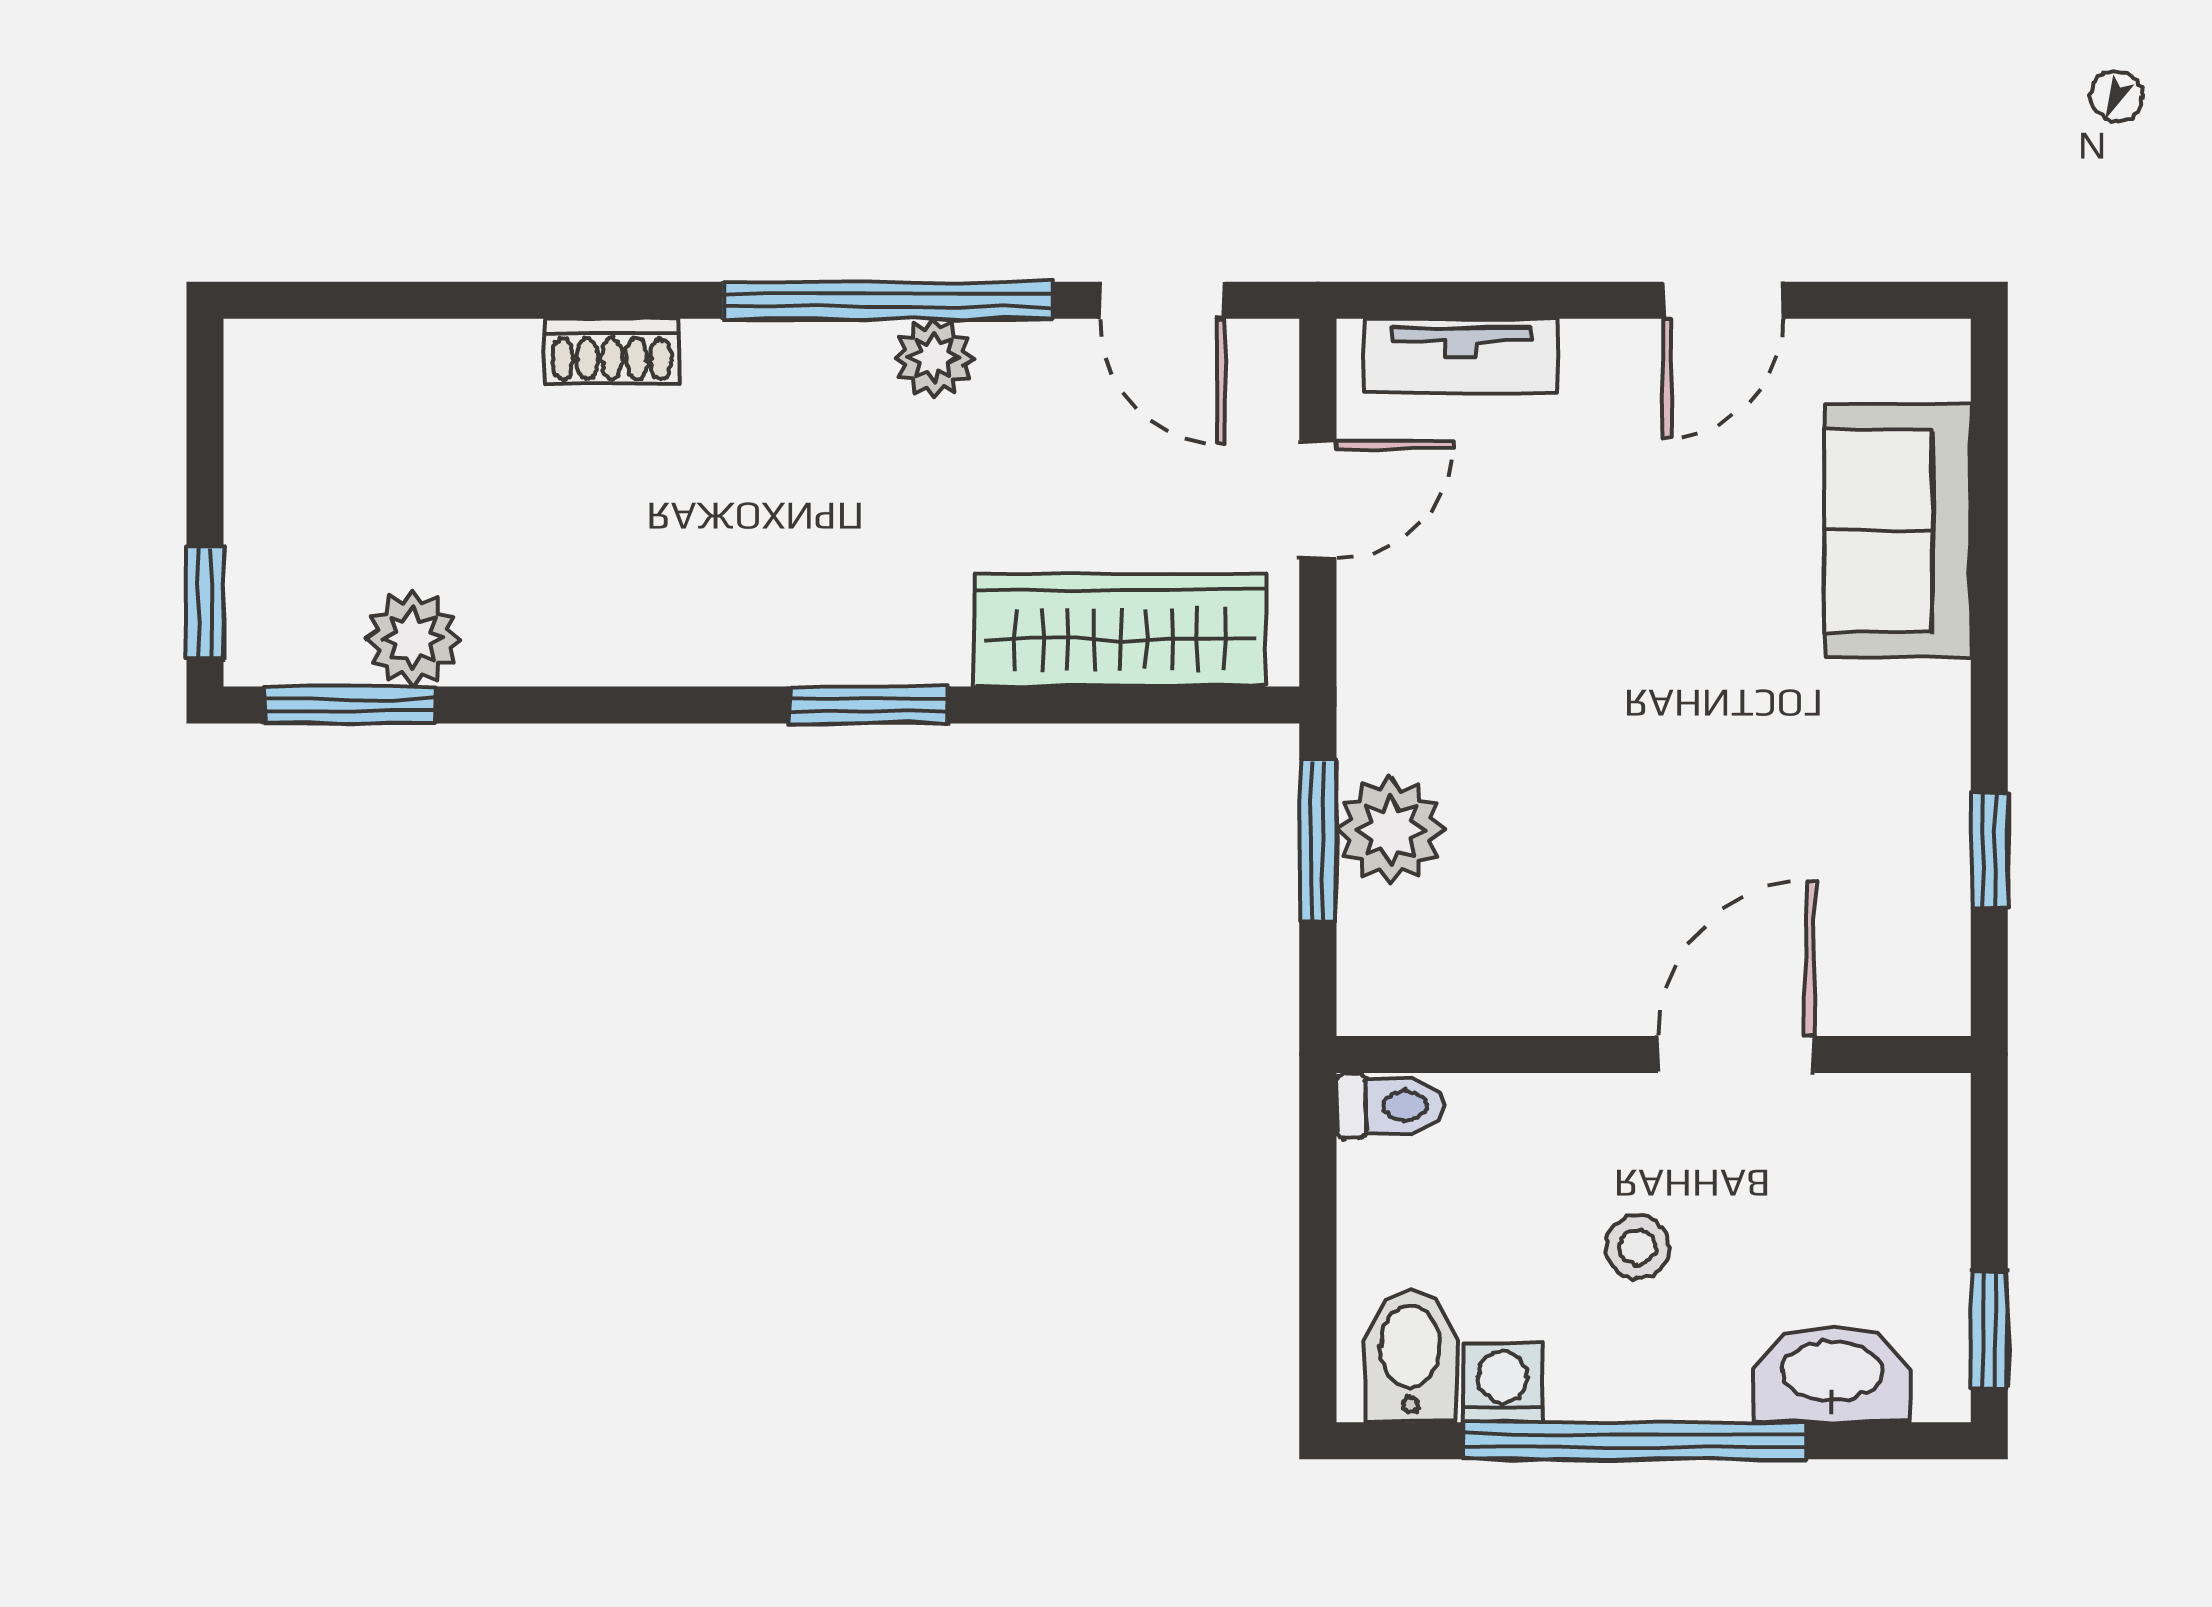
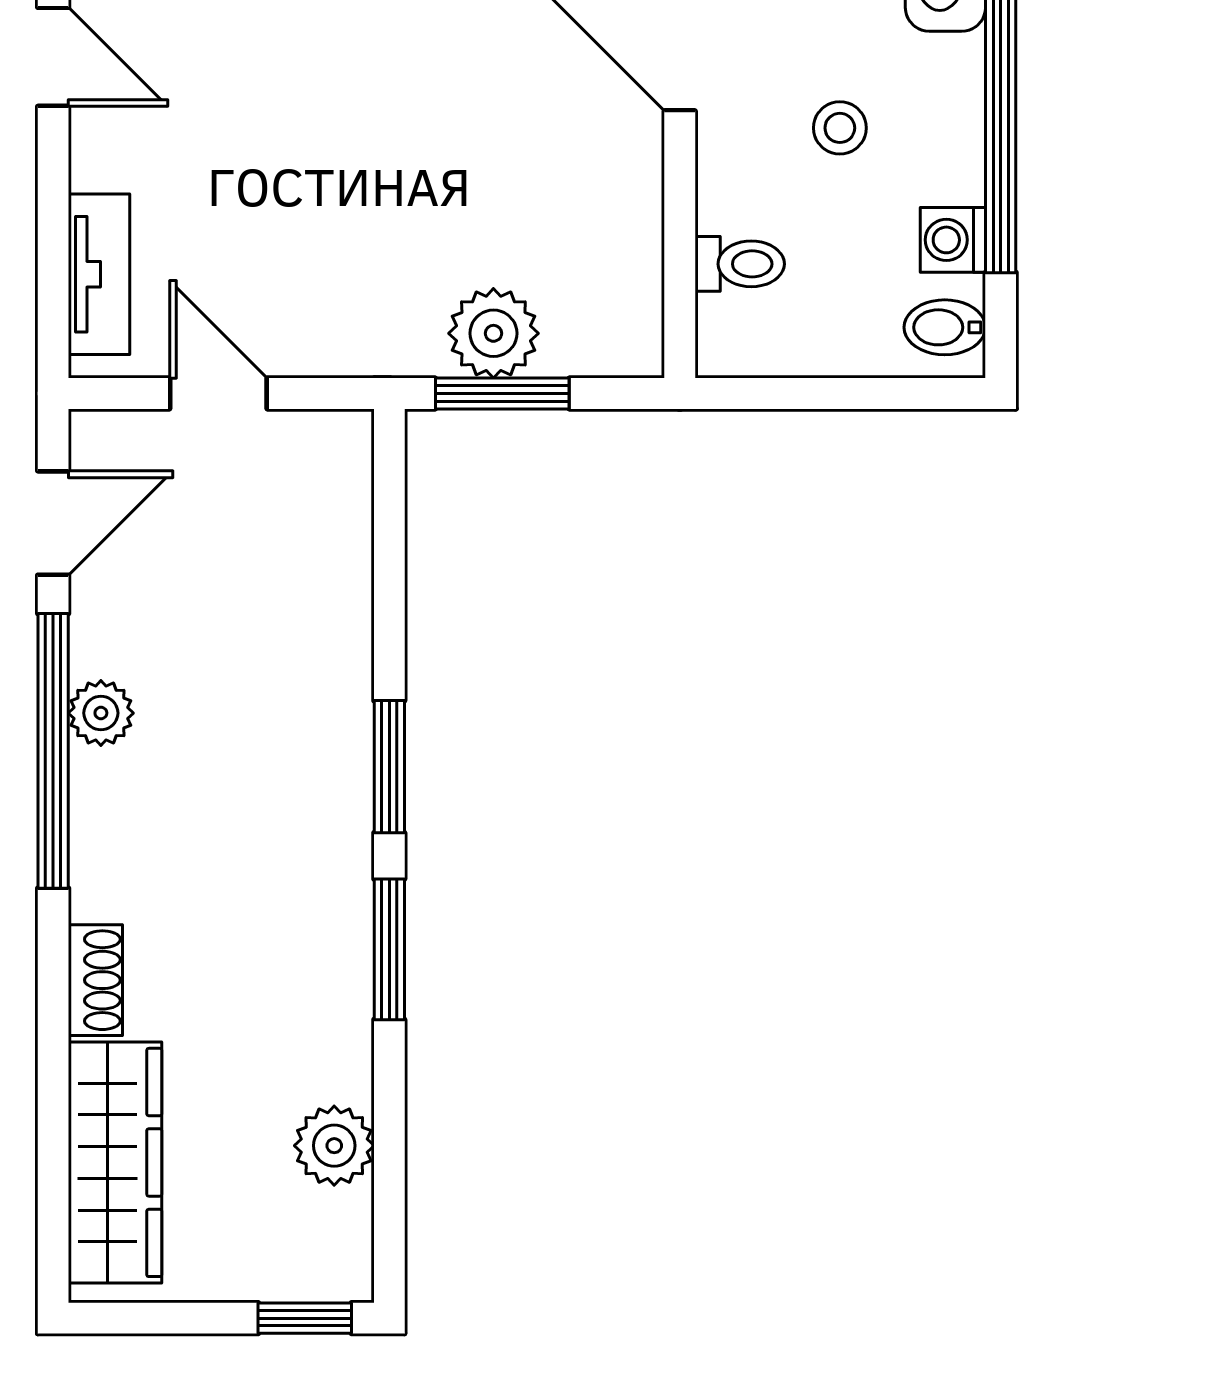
wardrobe: (1120, 630) -> (115, 1162), moved, turned 180
window: (350, 705) -> (389, 949), moved
toilet: (1390, 1106) -> (740, 264), moved, turned 90
bidet: (1410, 1356) -> (945, 327), width x0.72, depth x0.74

